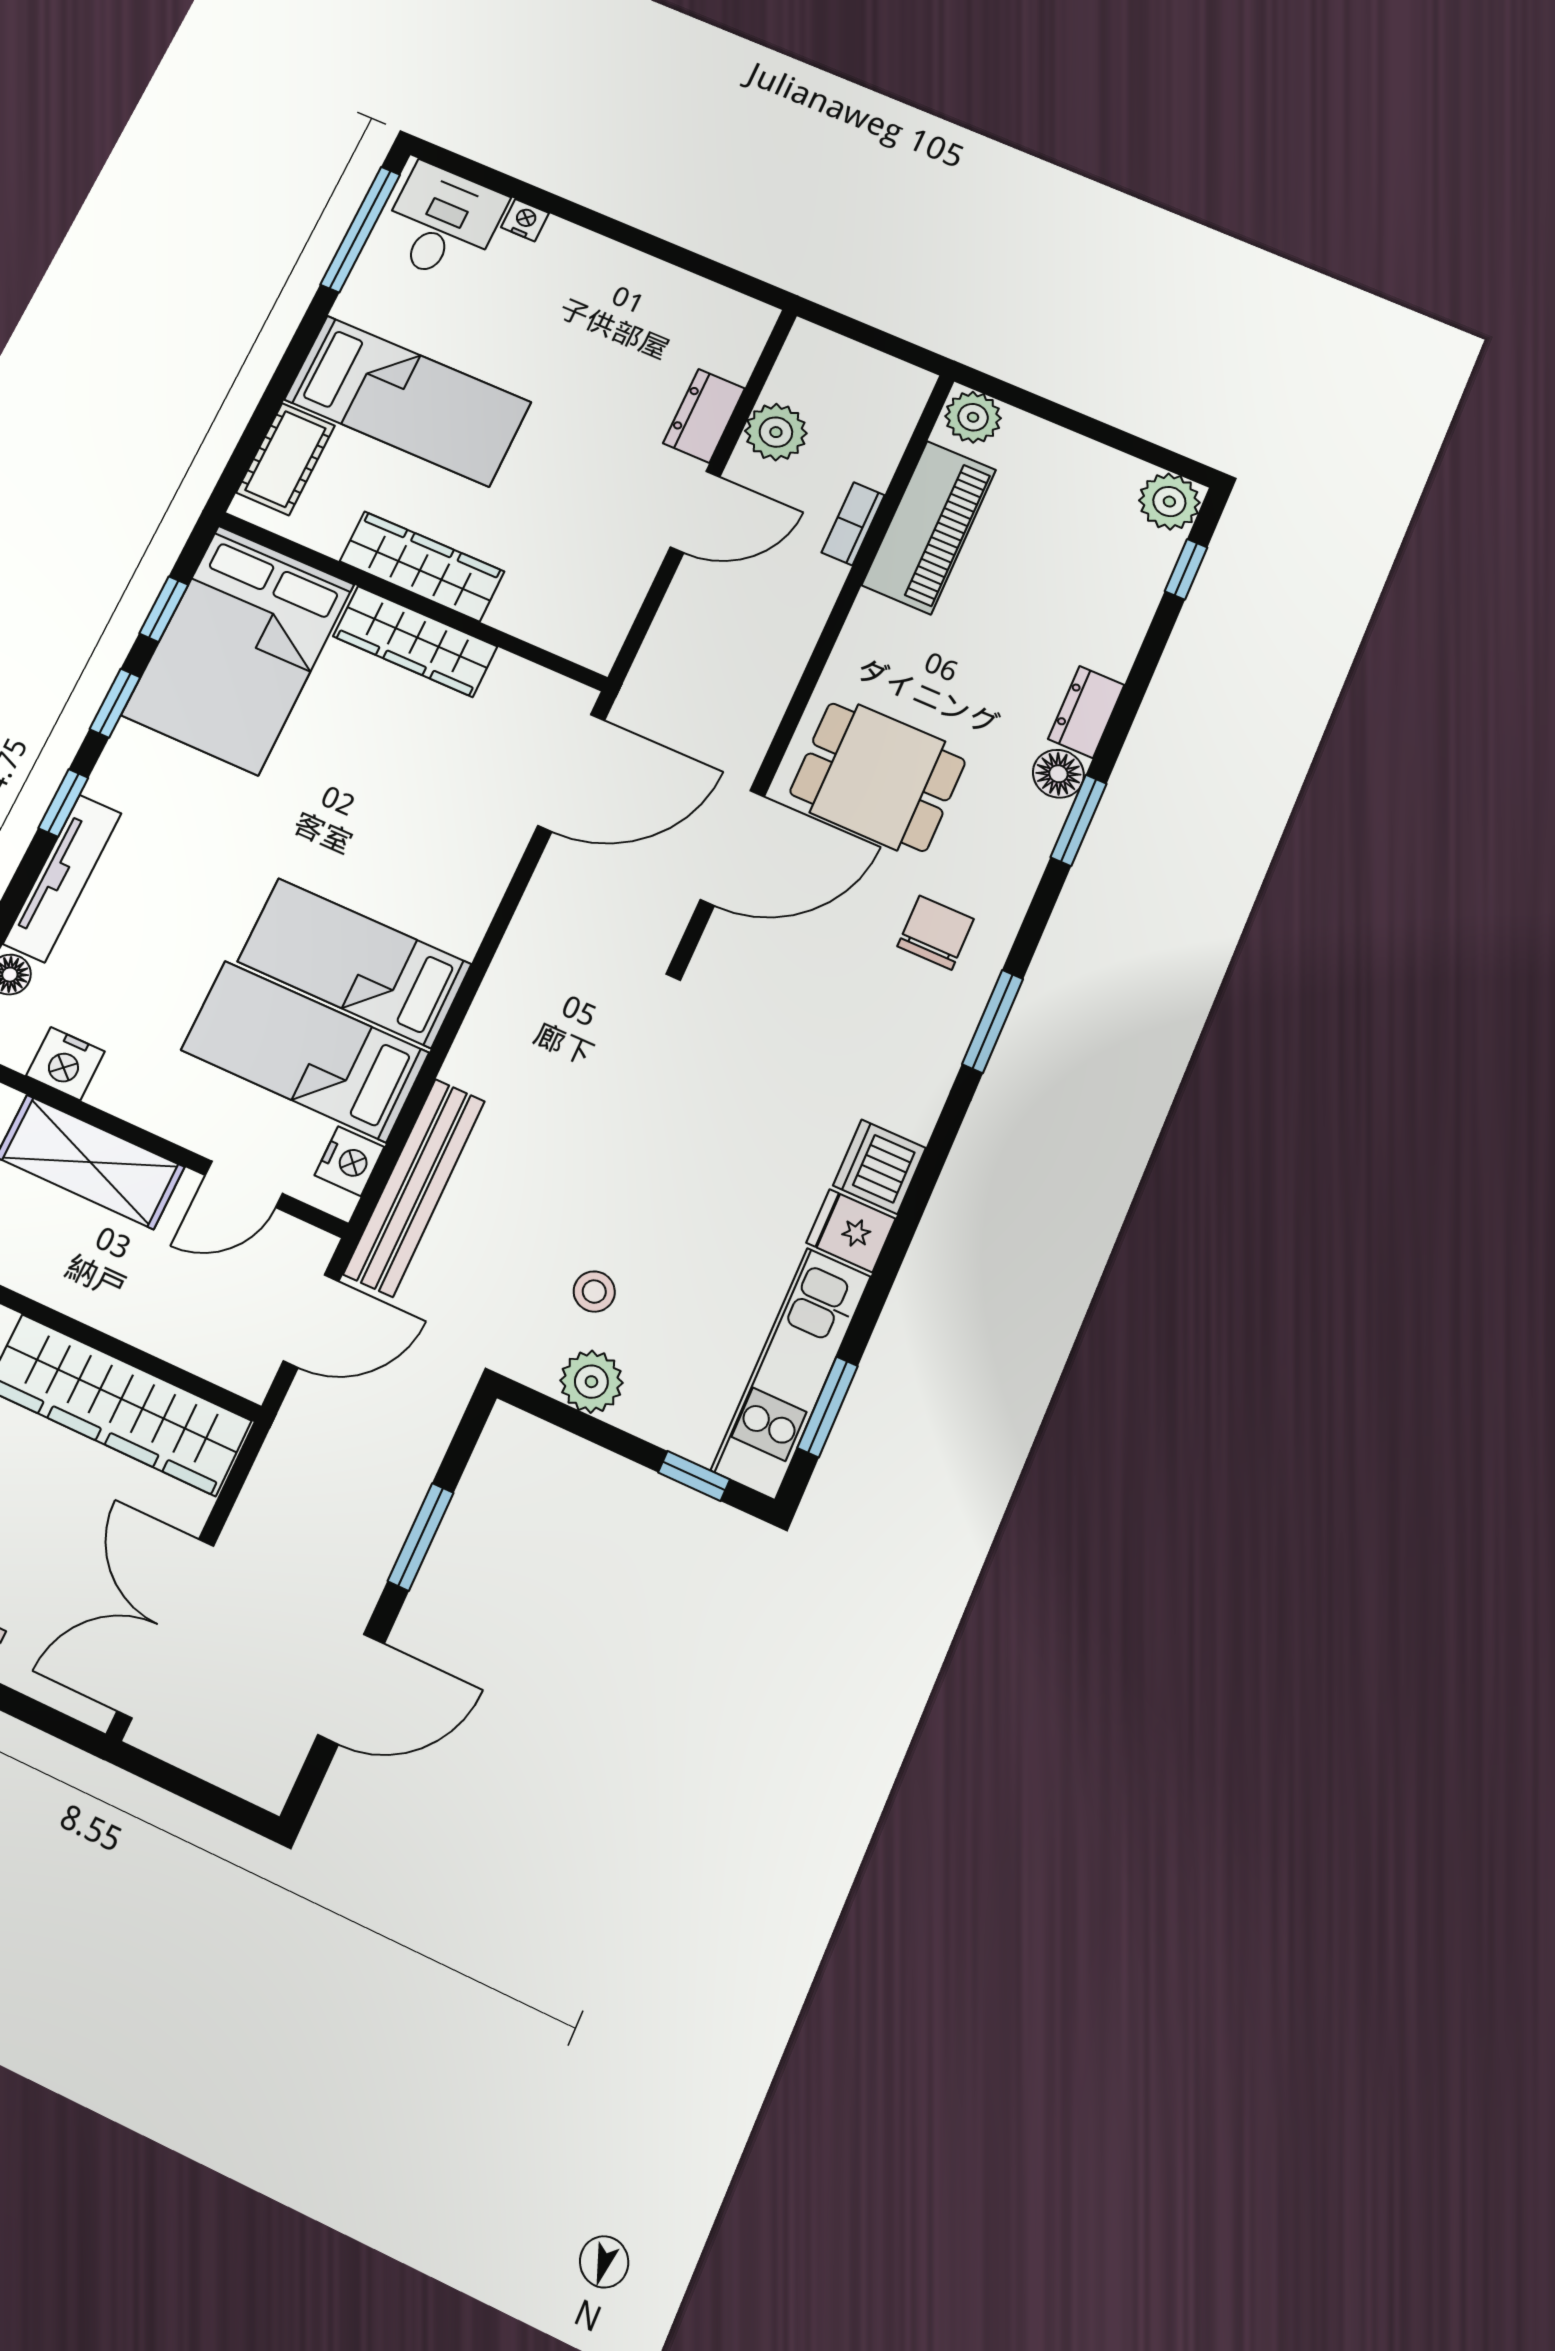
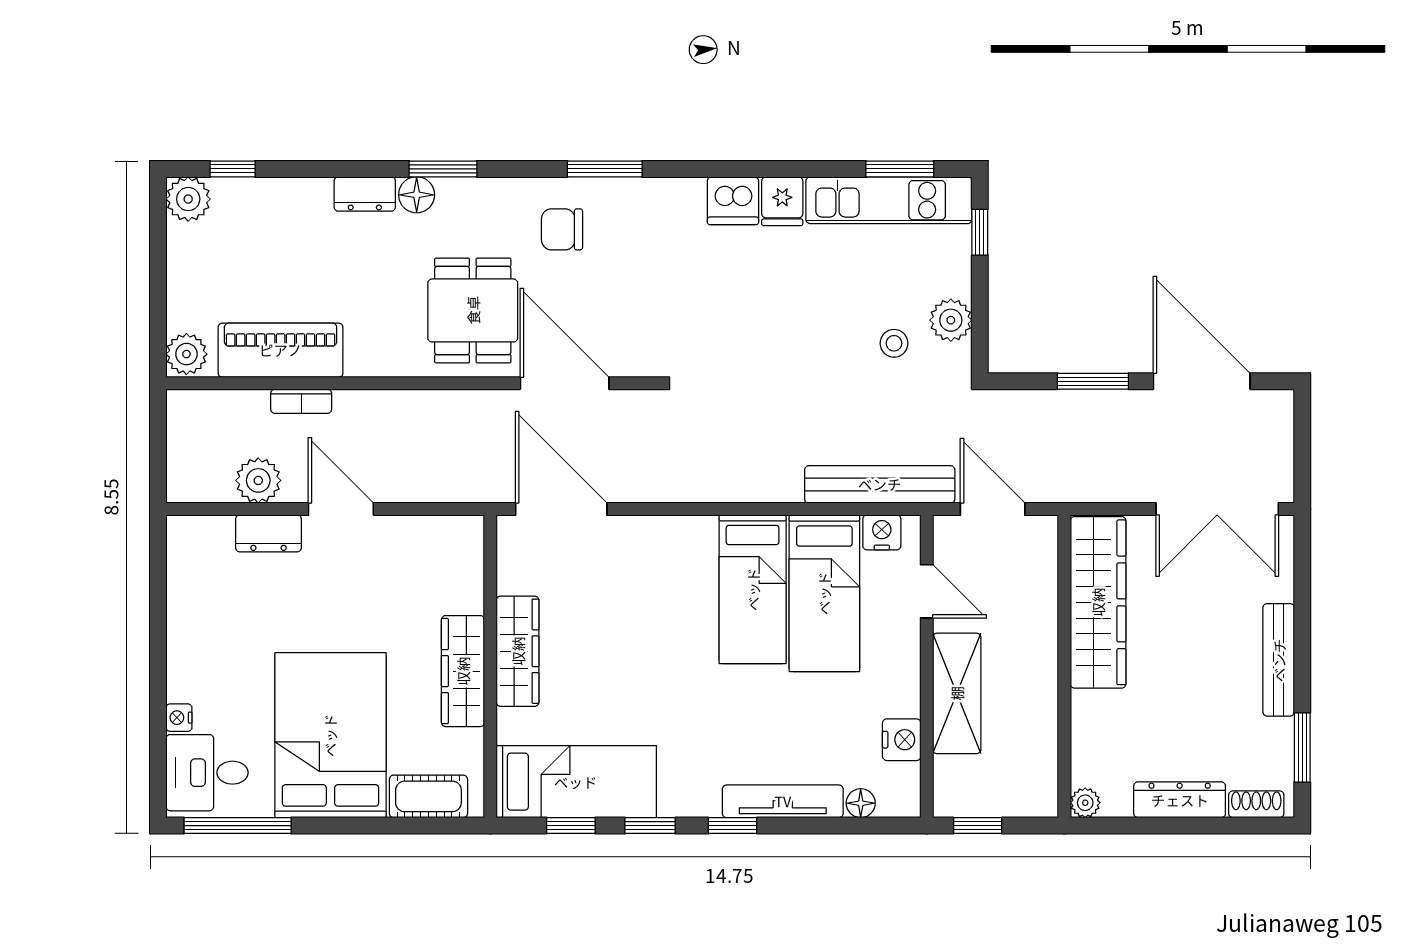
bed: (408, 401) -> (330, 735), width x1.50
bed: (238, 649) -> (576, 782), width x0.67
door: (351, 1689) -> (1202, 381), width x1.36

